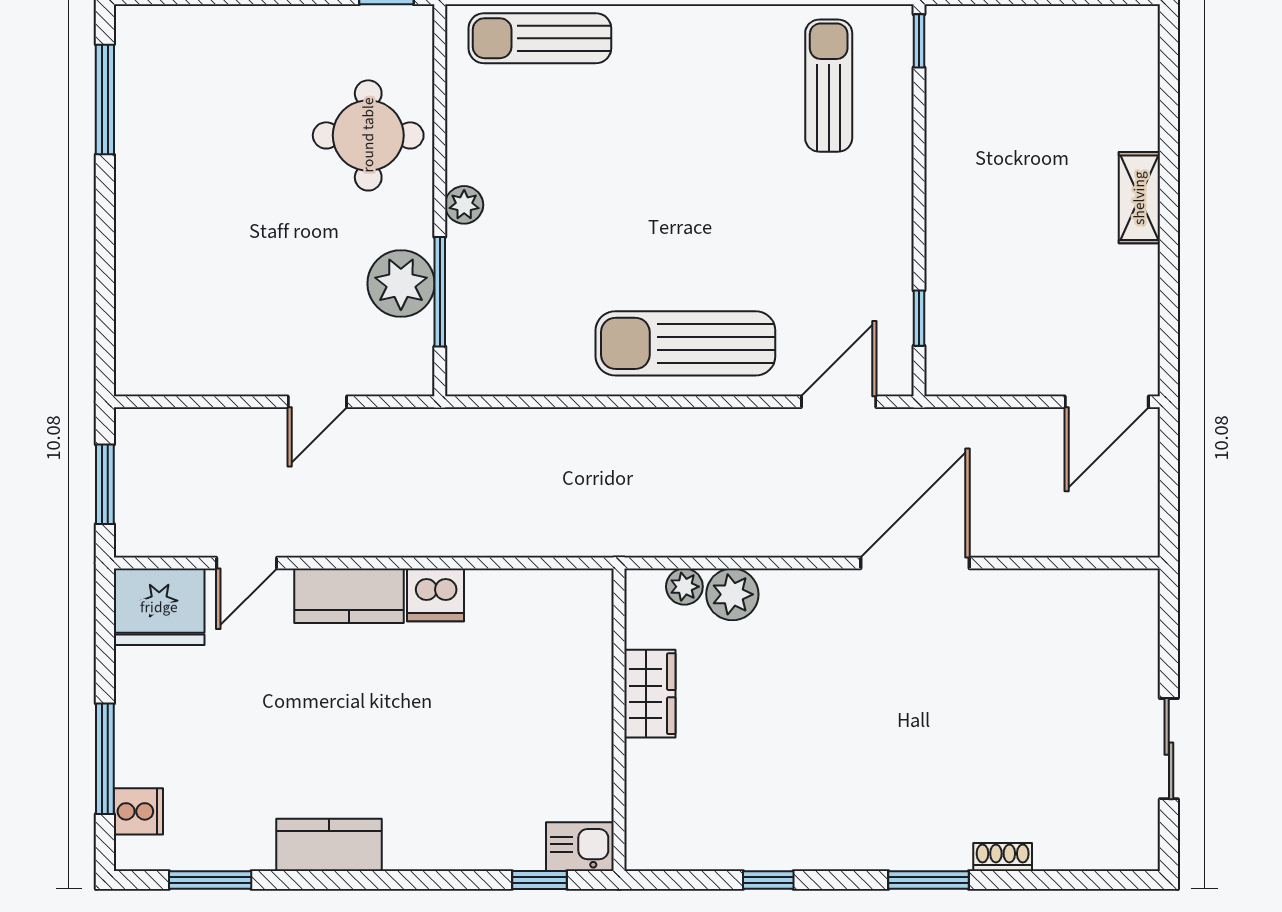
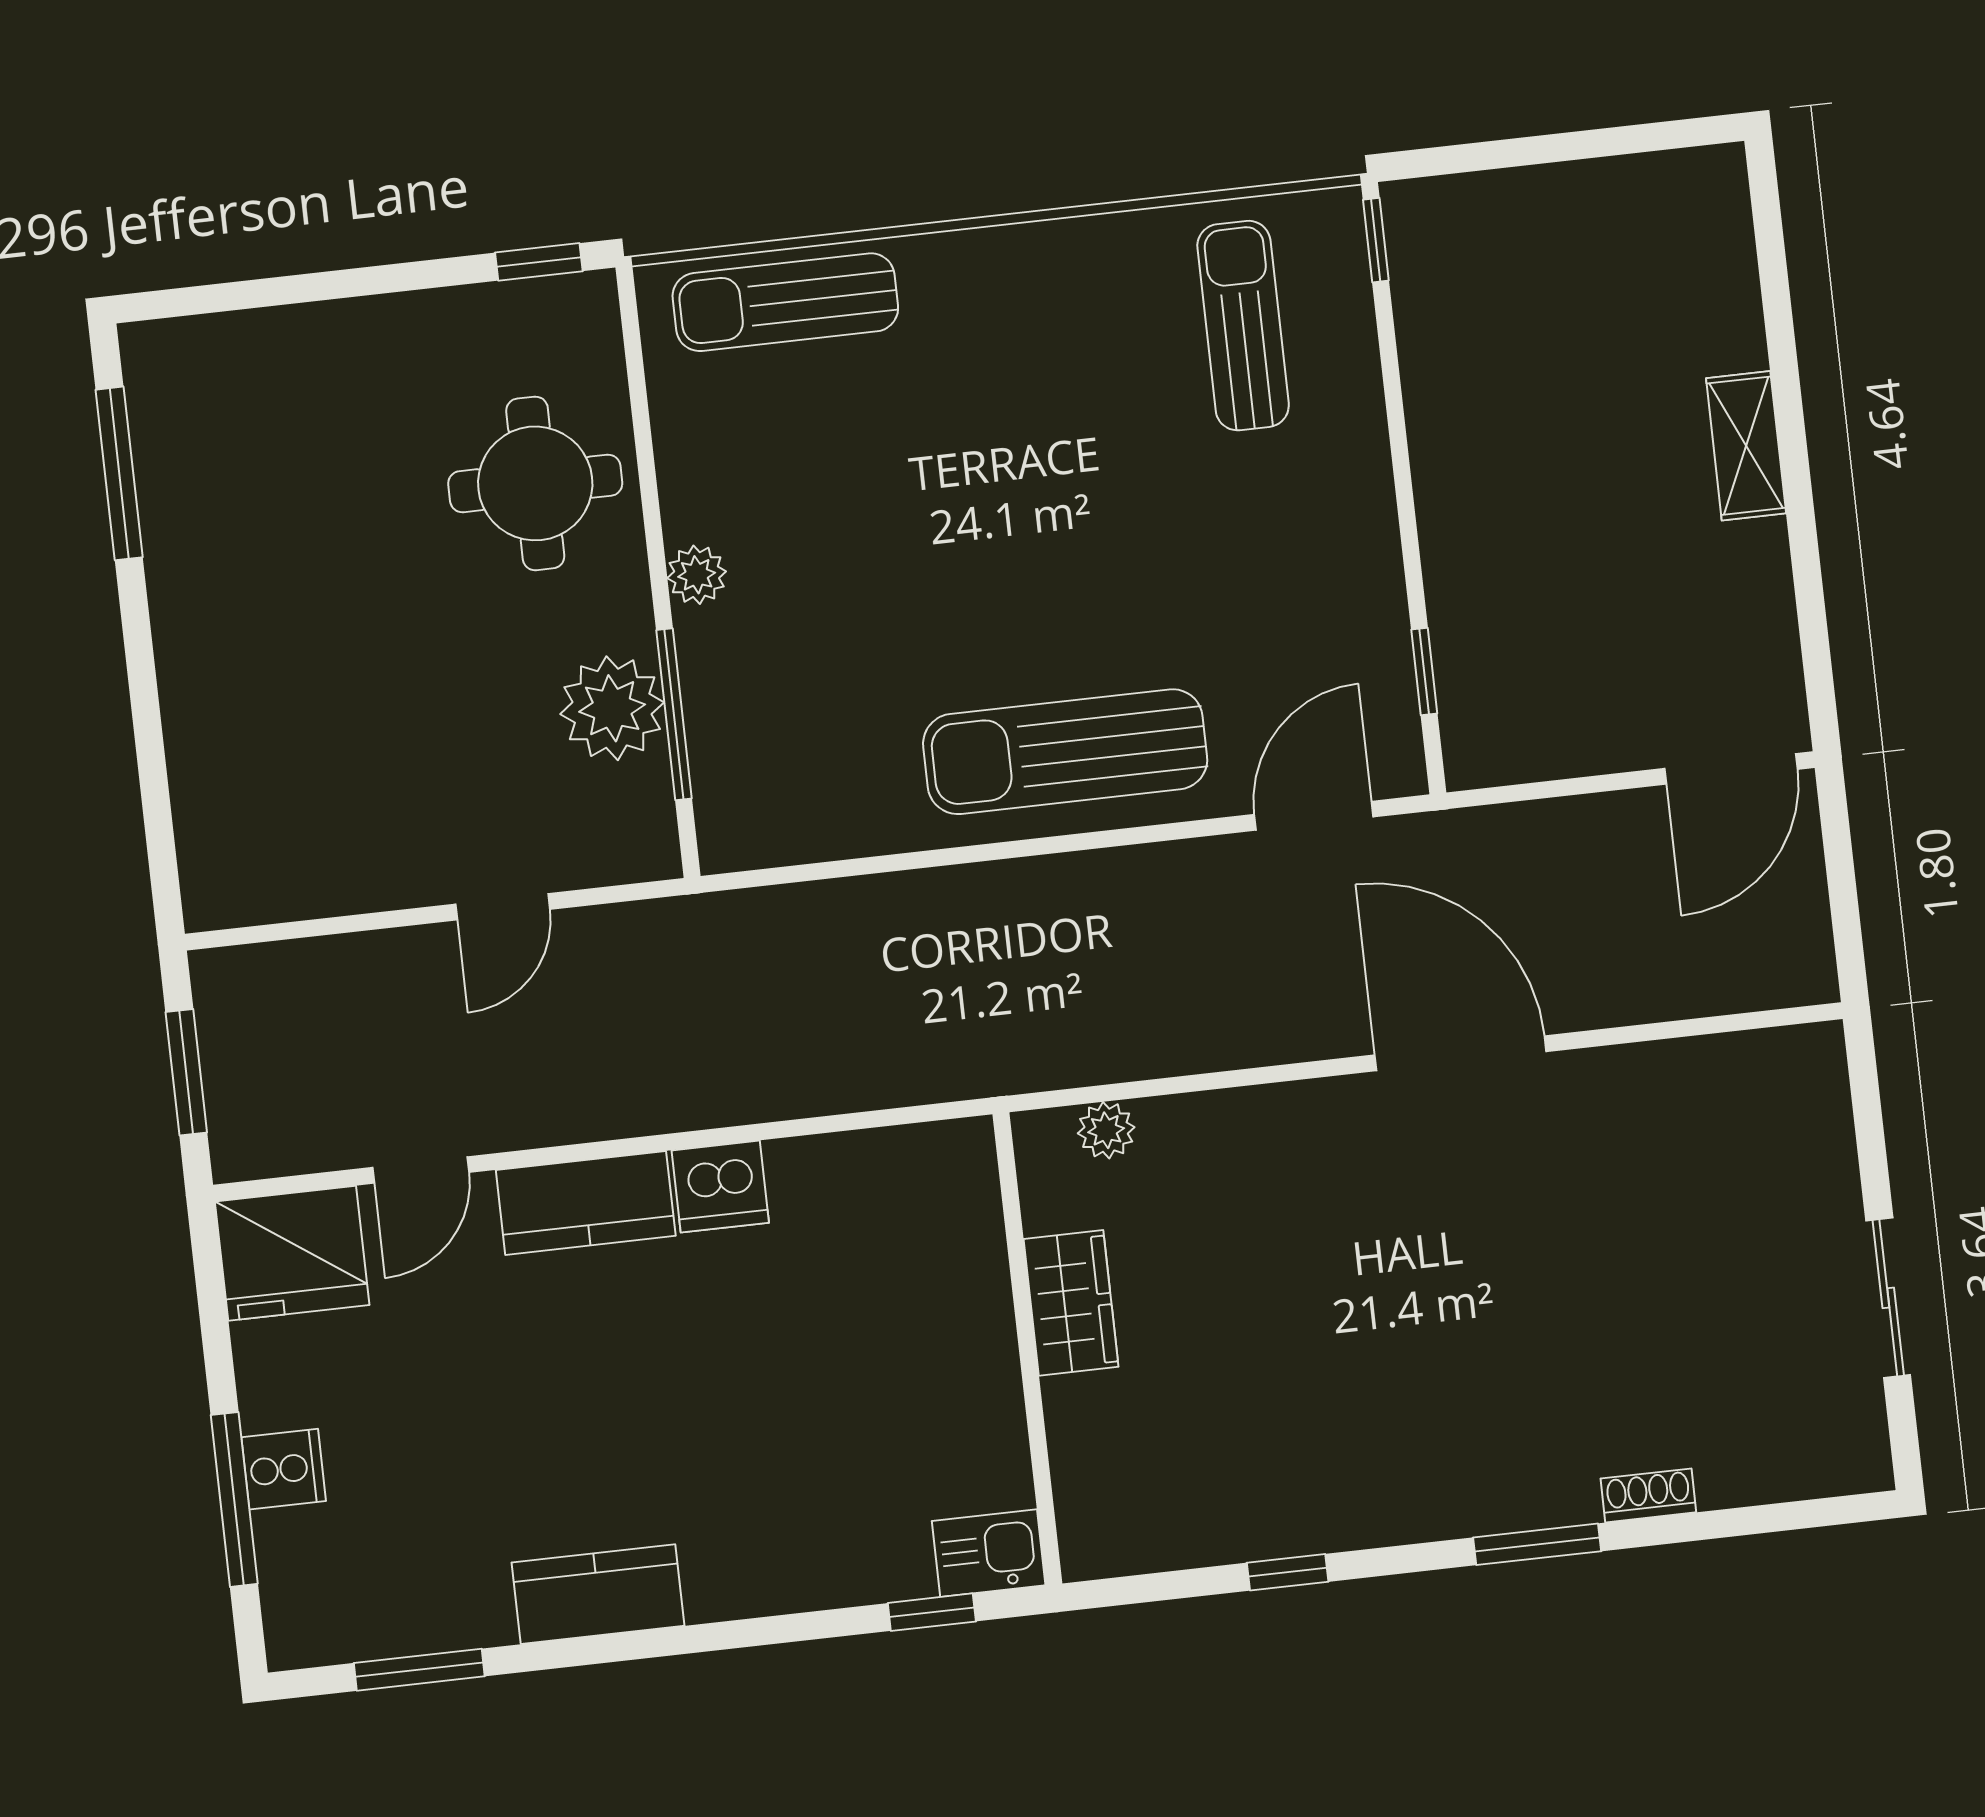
door: (915, 563) -> (1461, 1053), hinge flipped
plant: (732, 594) -> (1182, 1134), removed
cooker: (138, 811) -> (284, 1469), moved

